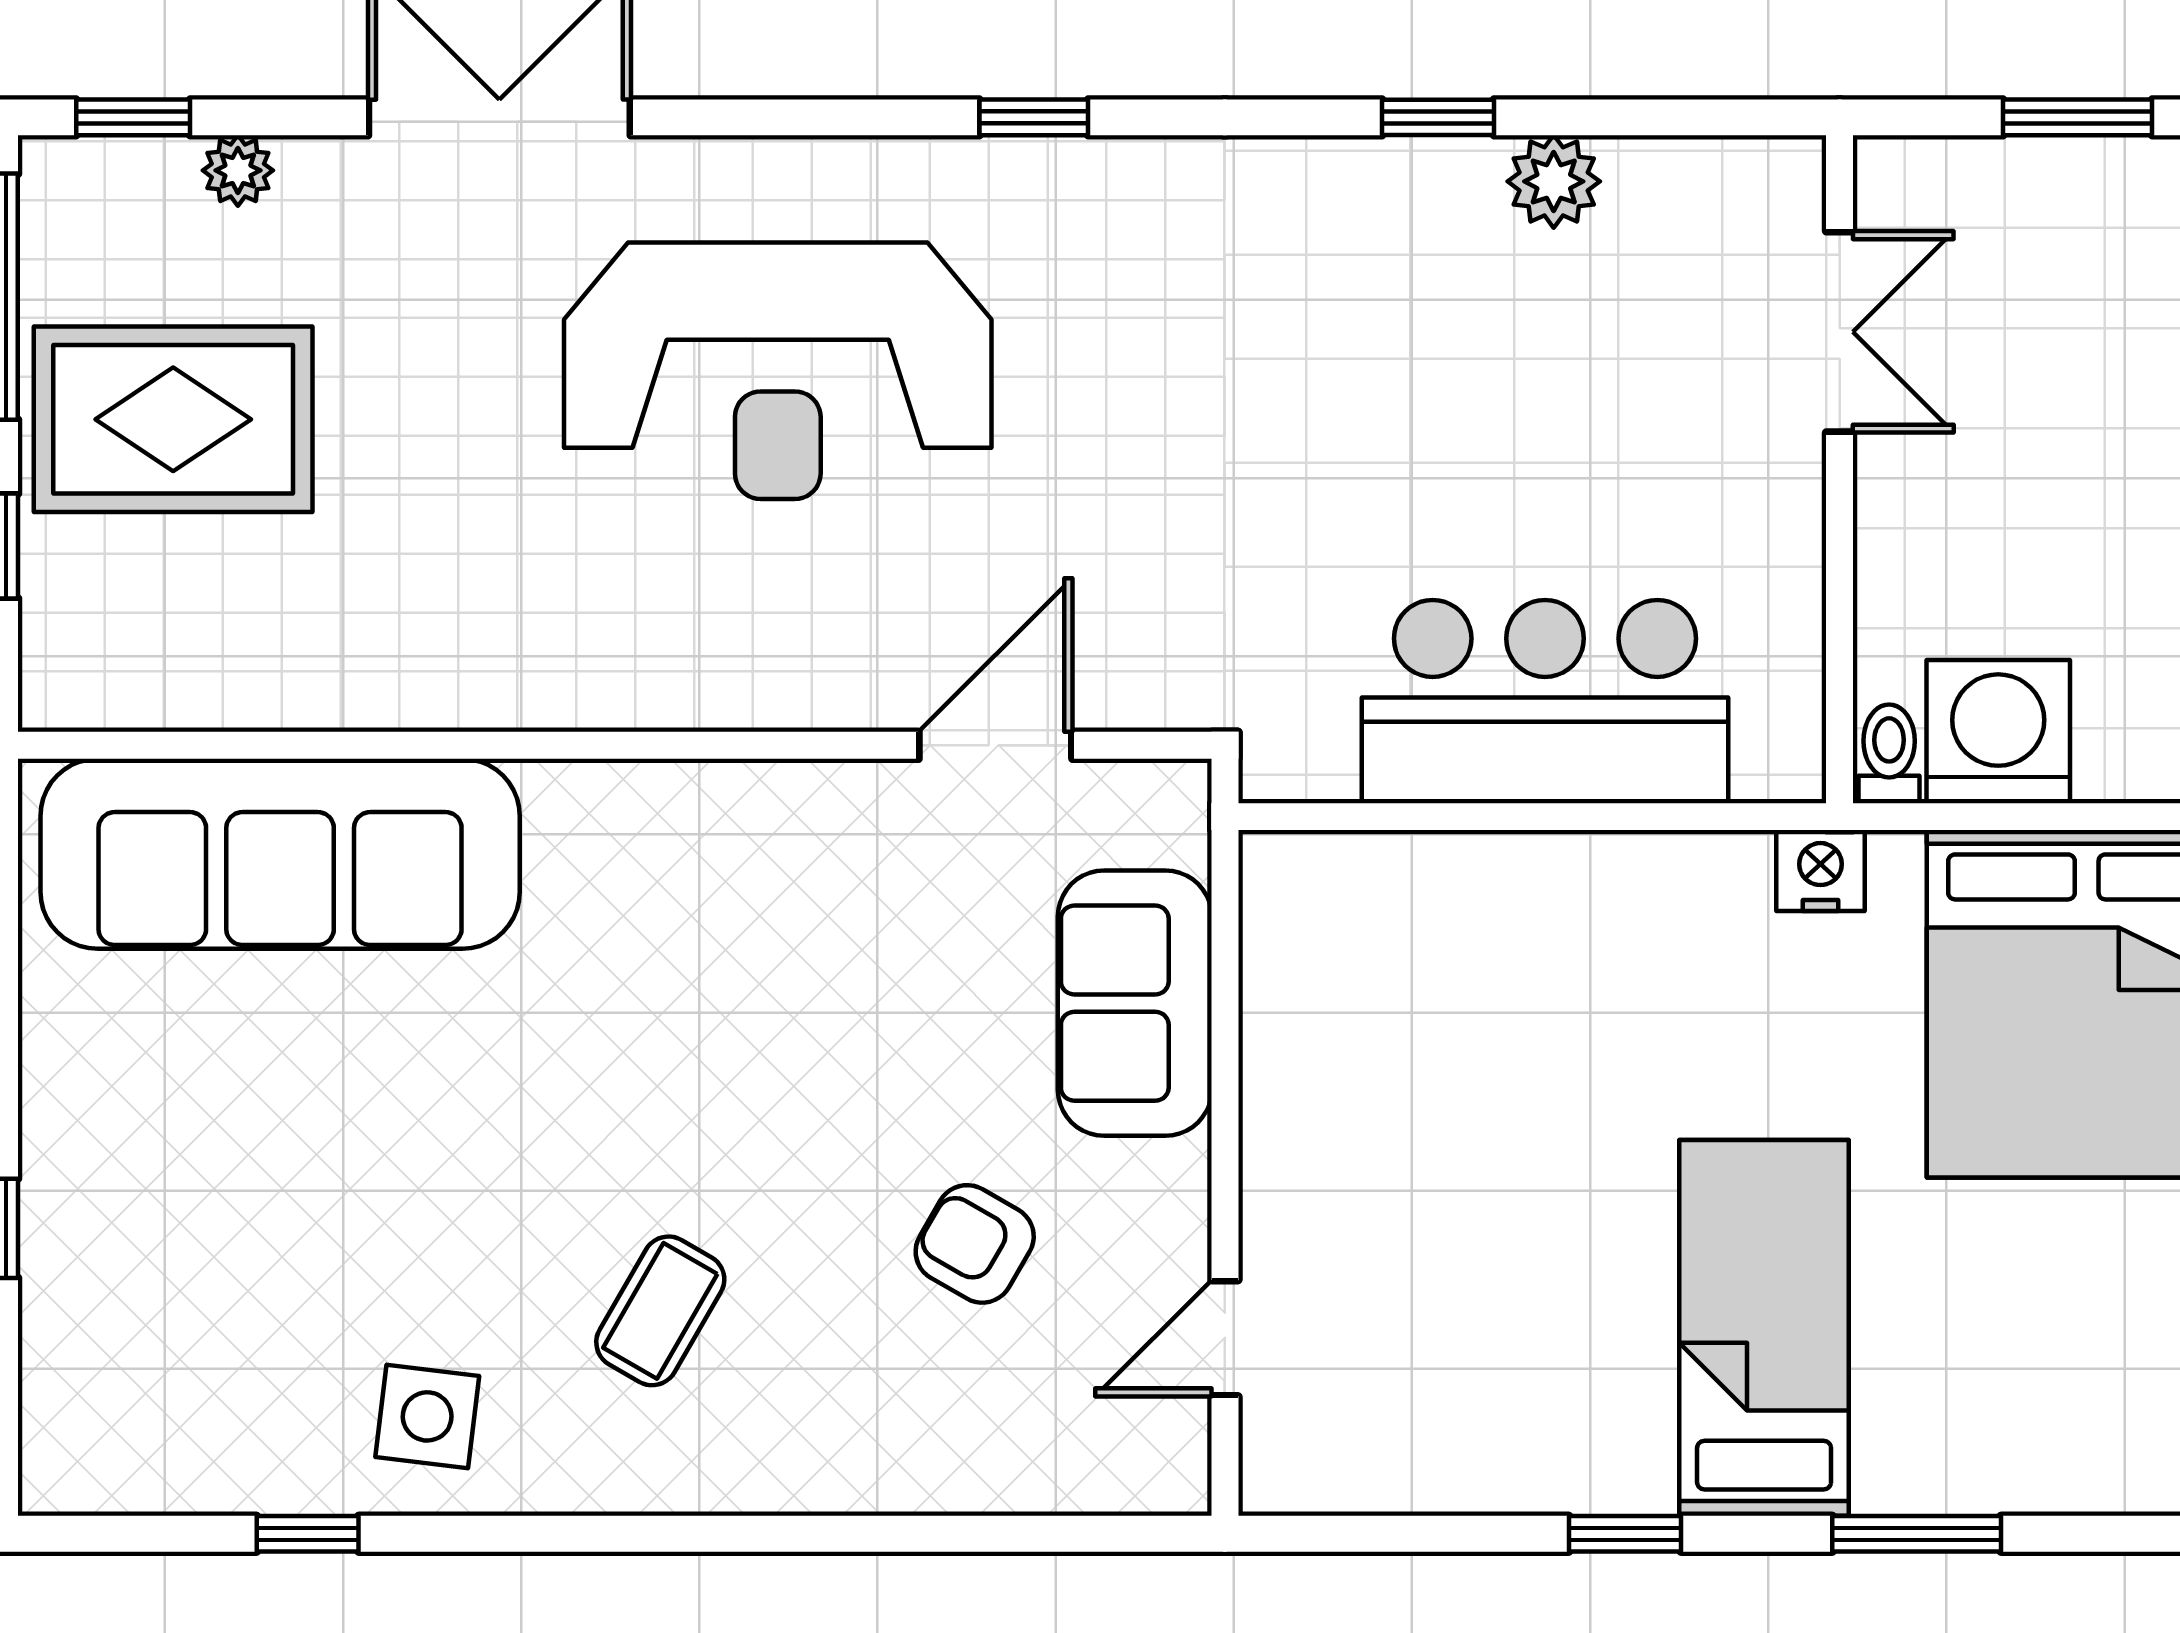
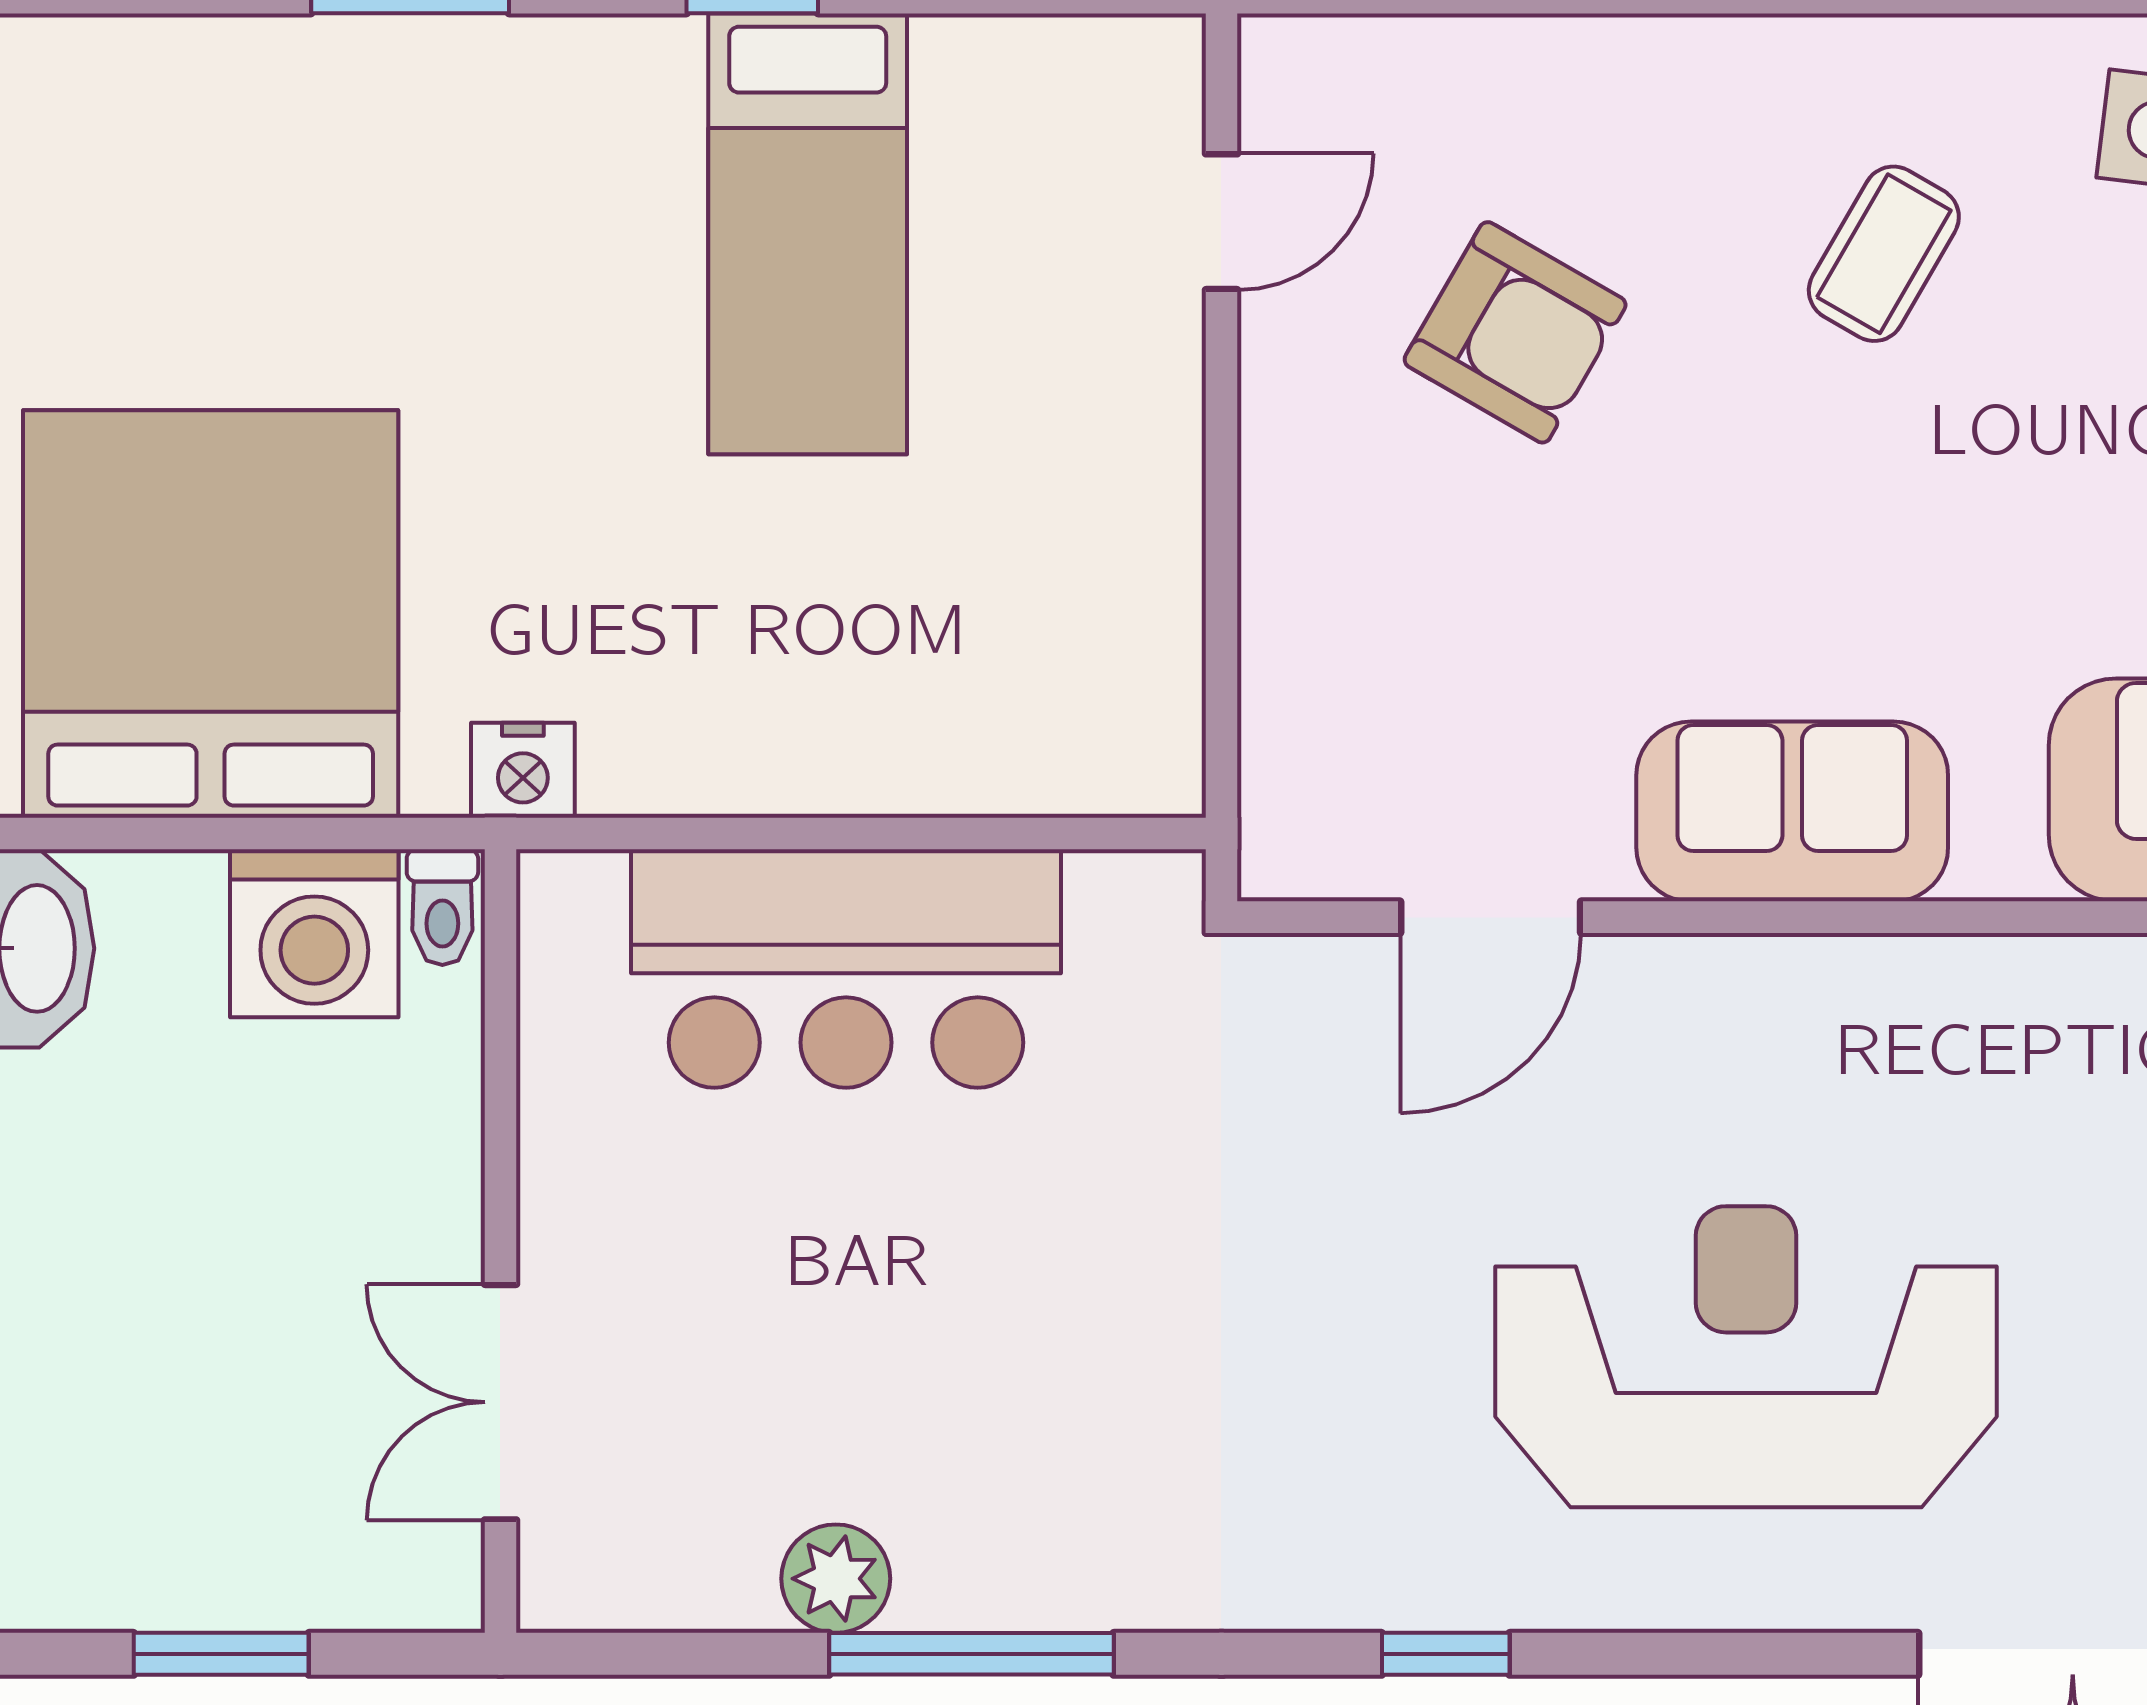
window: (1438, 117) -> (971, 1654), width x2.17
sofa: (1135, 1003) -> (1792, 811), moved, turned -90
armchair: (975, 1244) -> (1515, 332), width x1.38, depth x1.38
bed: (1764, 1328) -> (808, 234), moved

